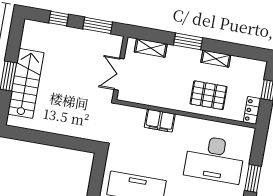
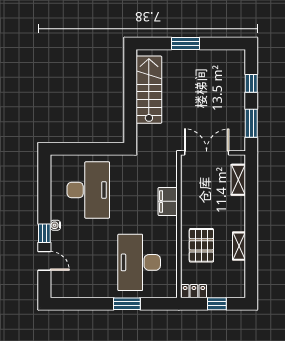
window: (188, 41) -> (251, 216), removed
double door: (119, 74) -> (207, 153), width x1.37
stairs: (26, 83) -> (149, 90), moved, turned -90

